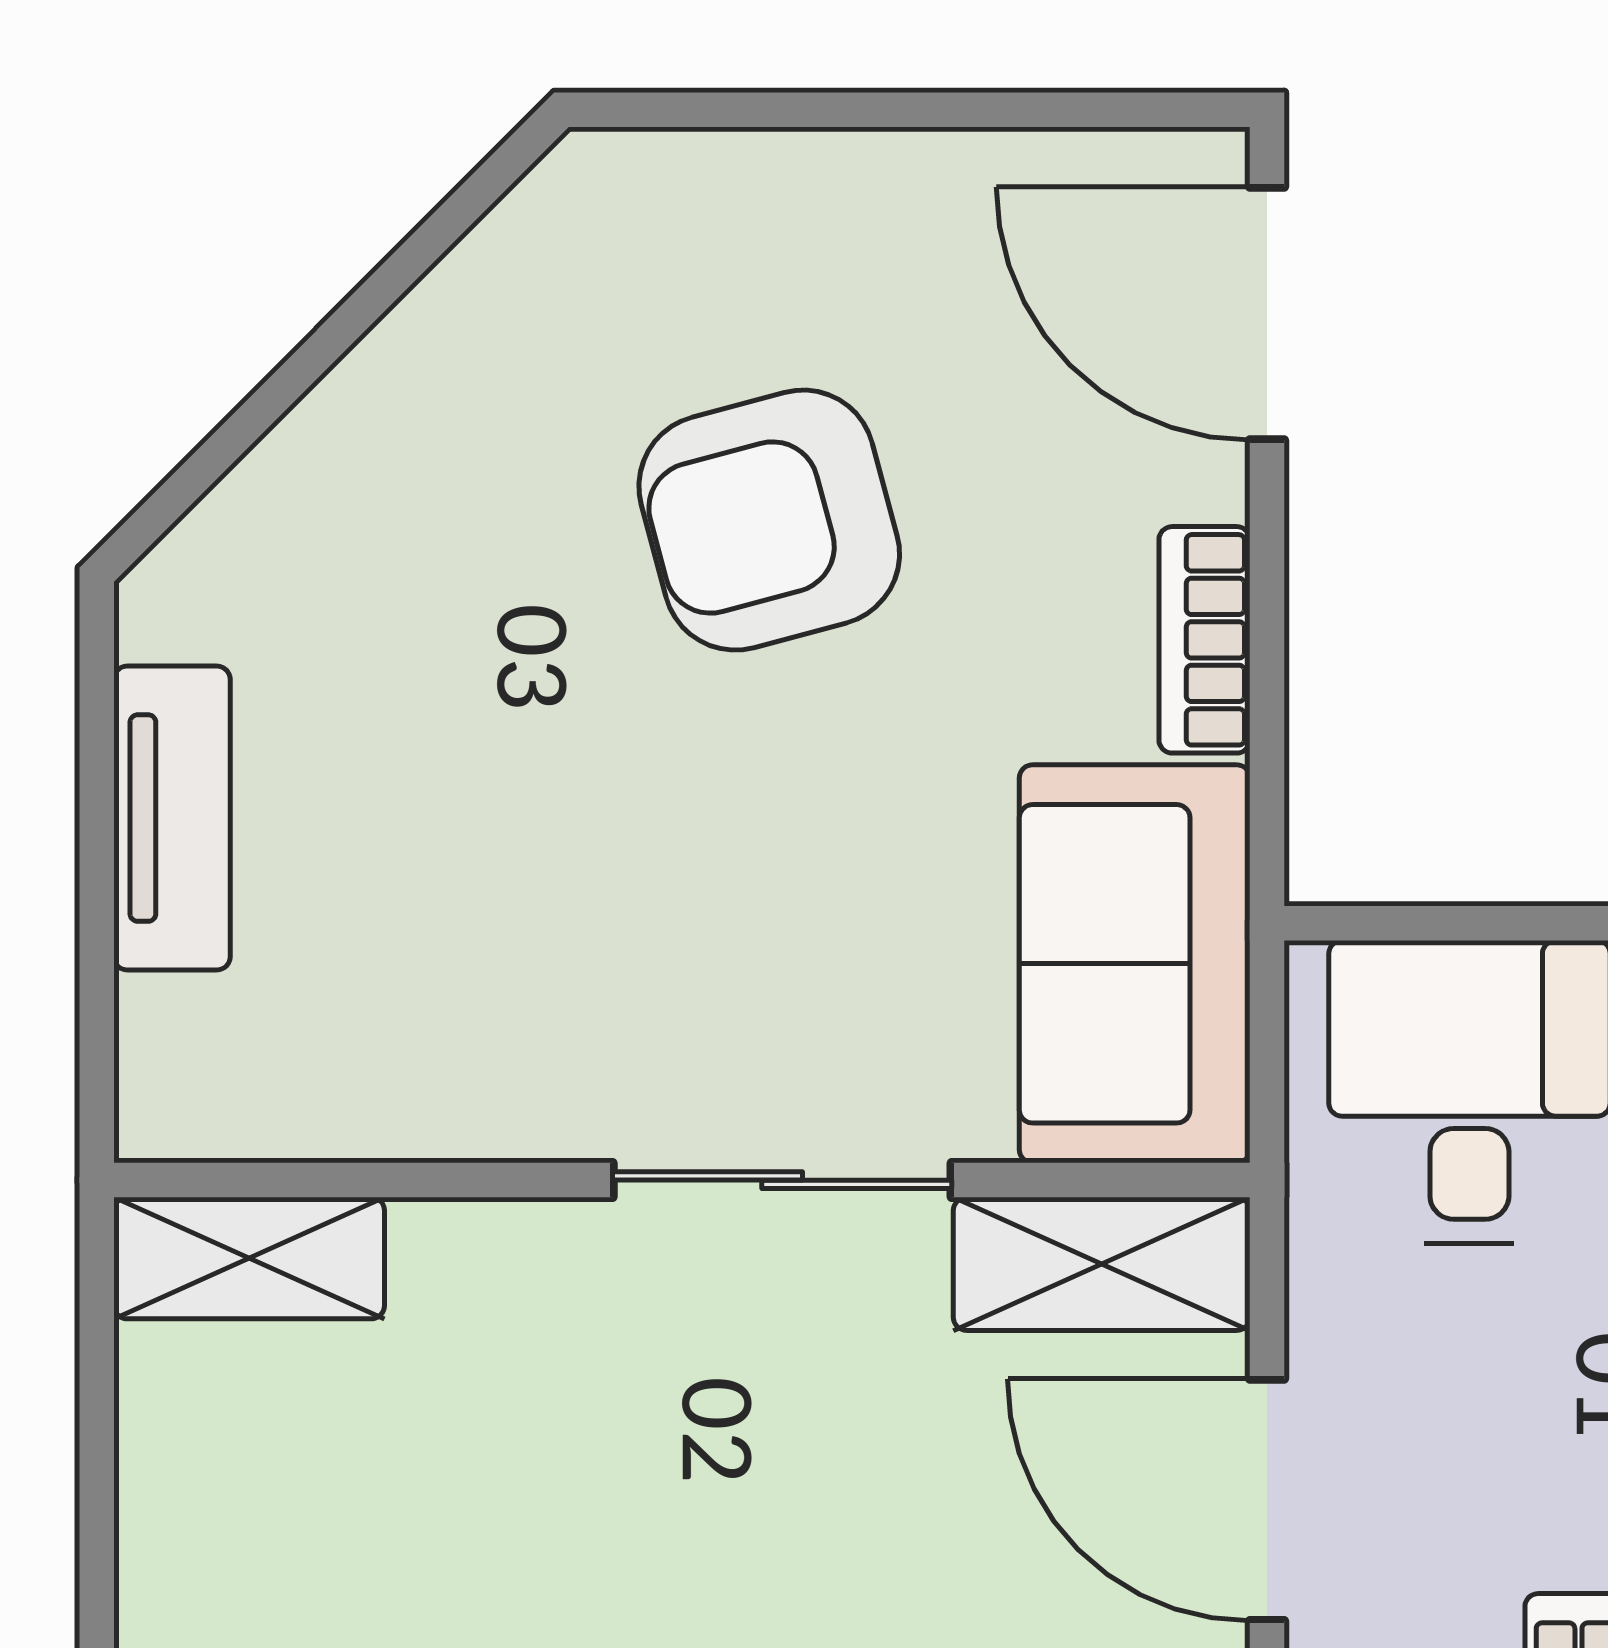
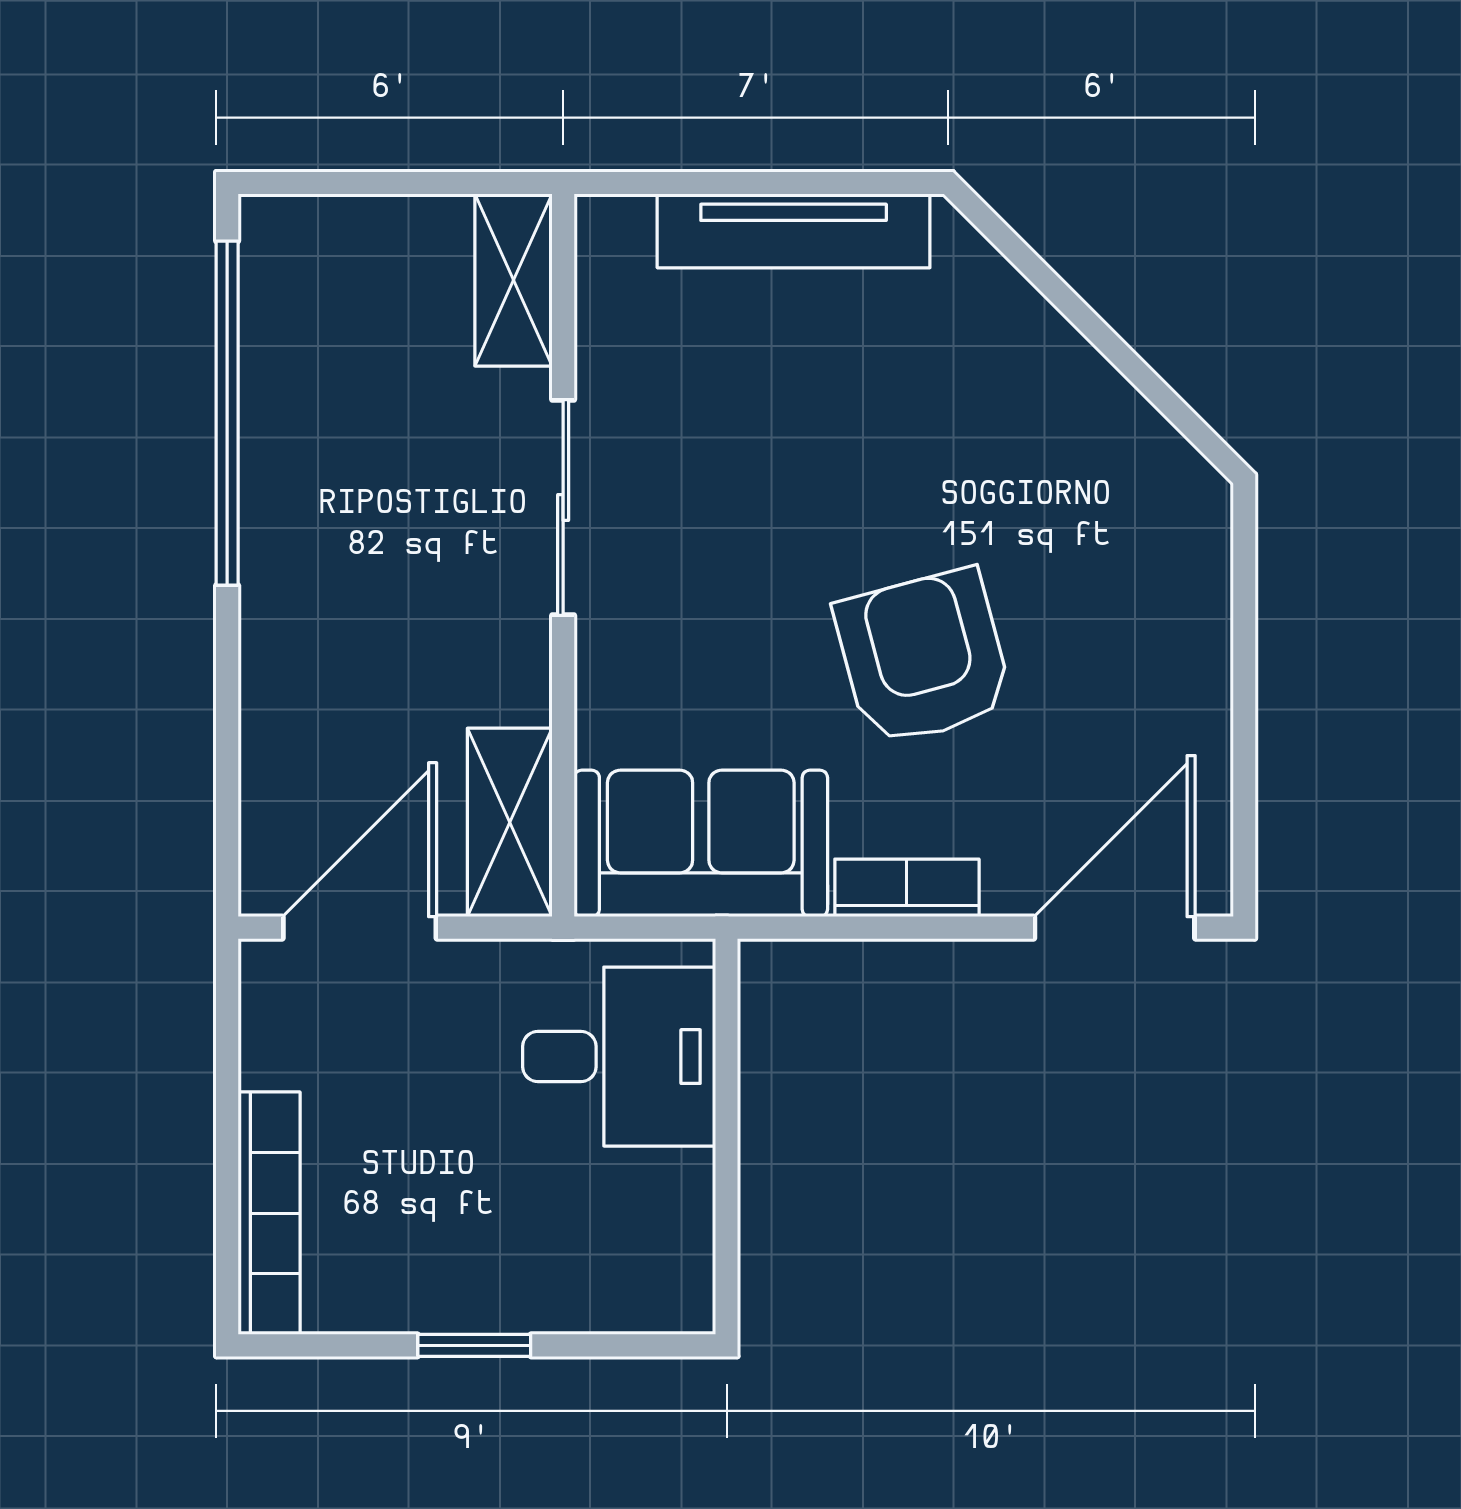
armchair: (769, 520) -> (923, 657), moved
tv unit: (172, 818) -> (794, 231), width x1.41
sliding door: (782, 1180) -> (563, 507), moved

